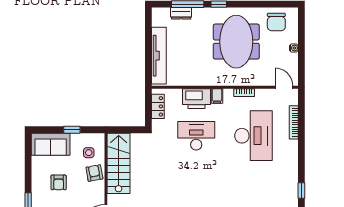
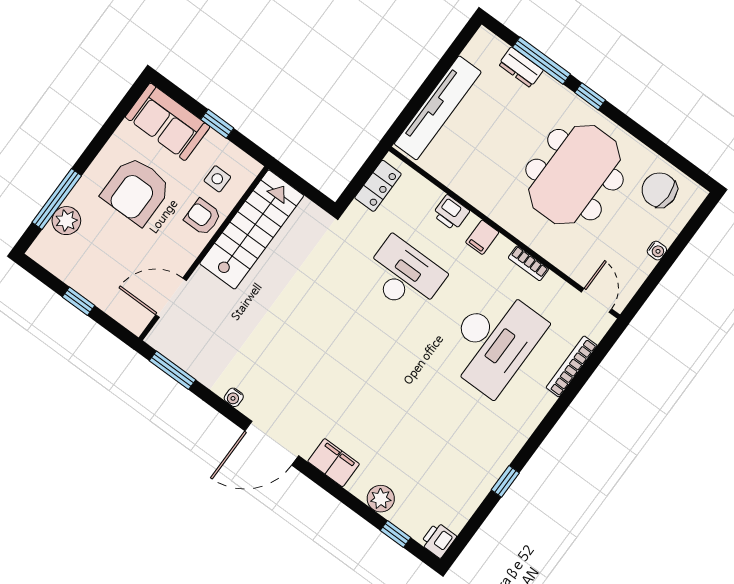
chair: (276, 22) -> (659, 190), turned 90
printer: (196, 99) -> (451, 213), width x0.53, depth x0.68
armchair: (94, 173) -> (203, 217), turned -80
armchair: (59, 182) -> (136, 191), width x1.88, depth x1.88

